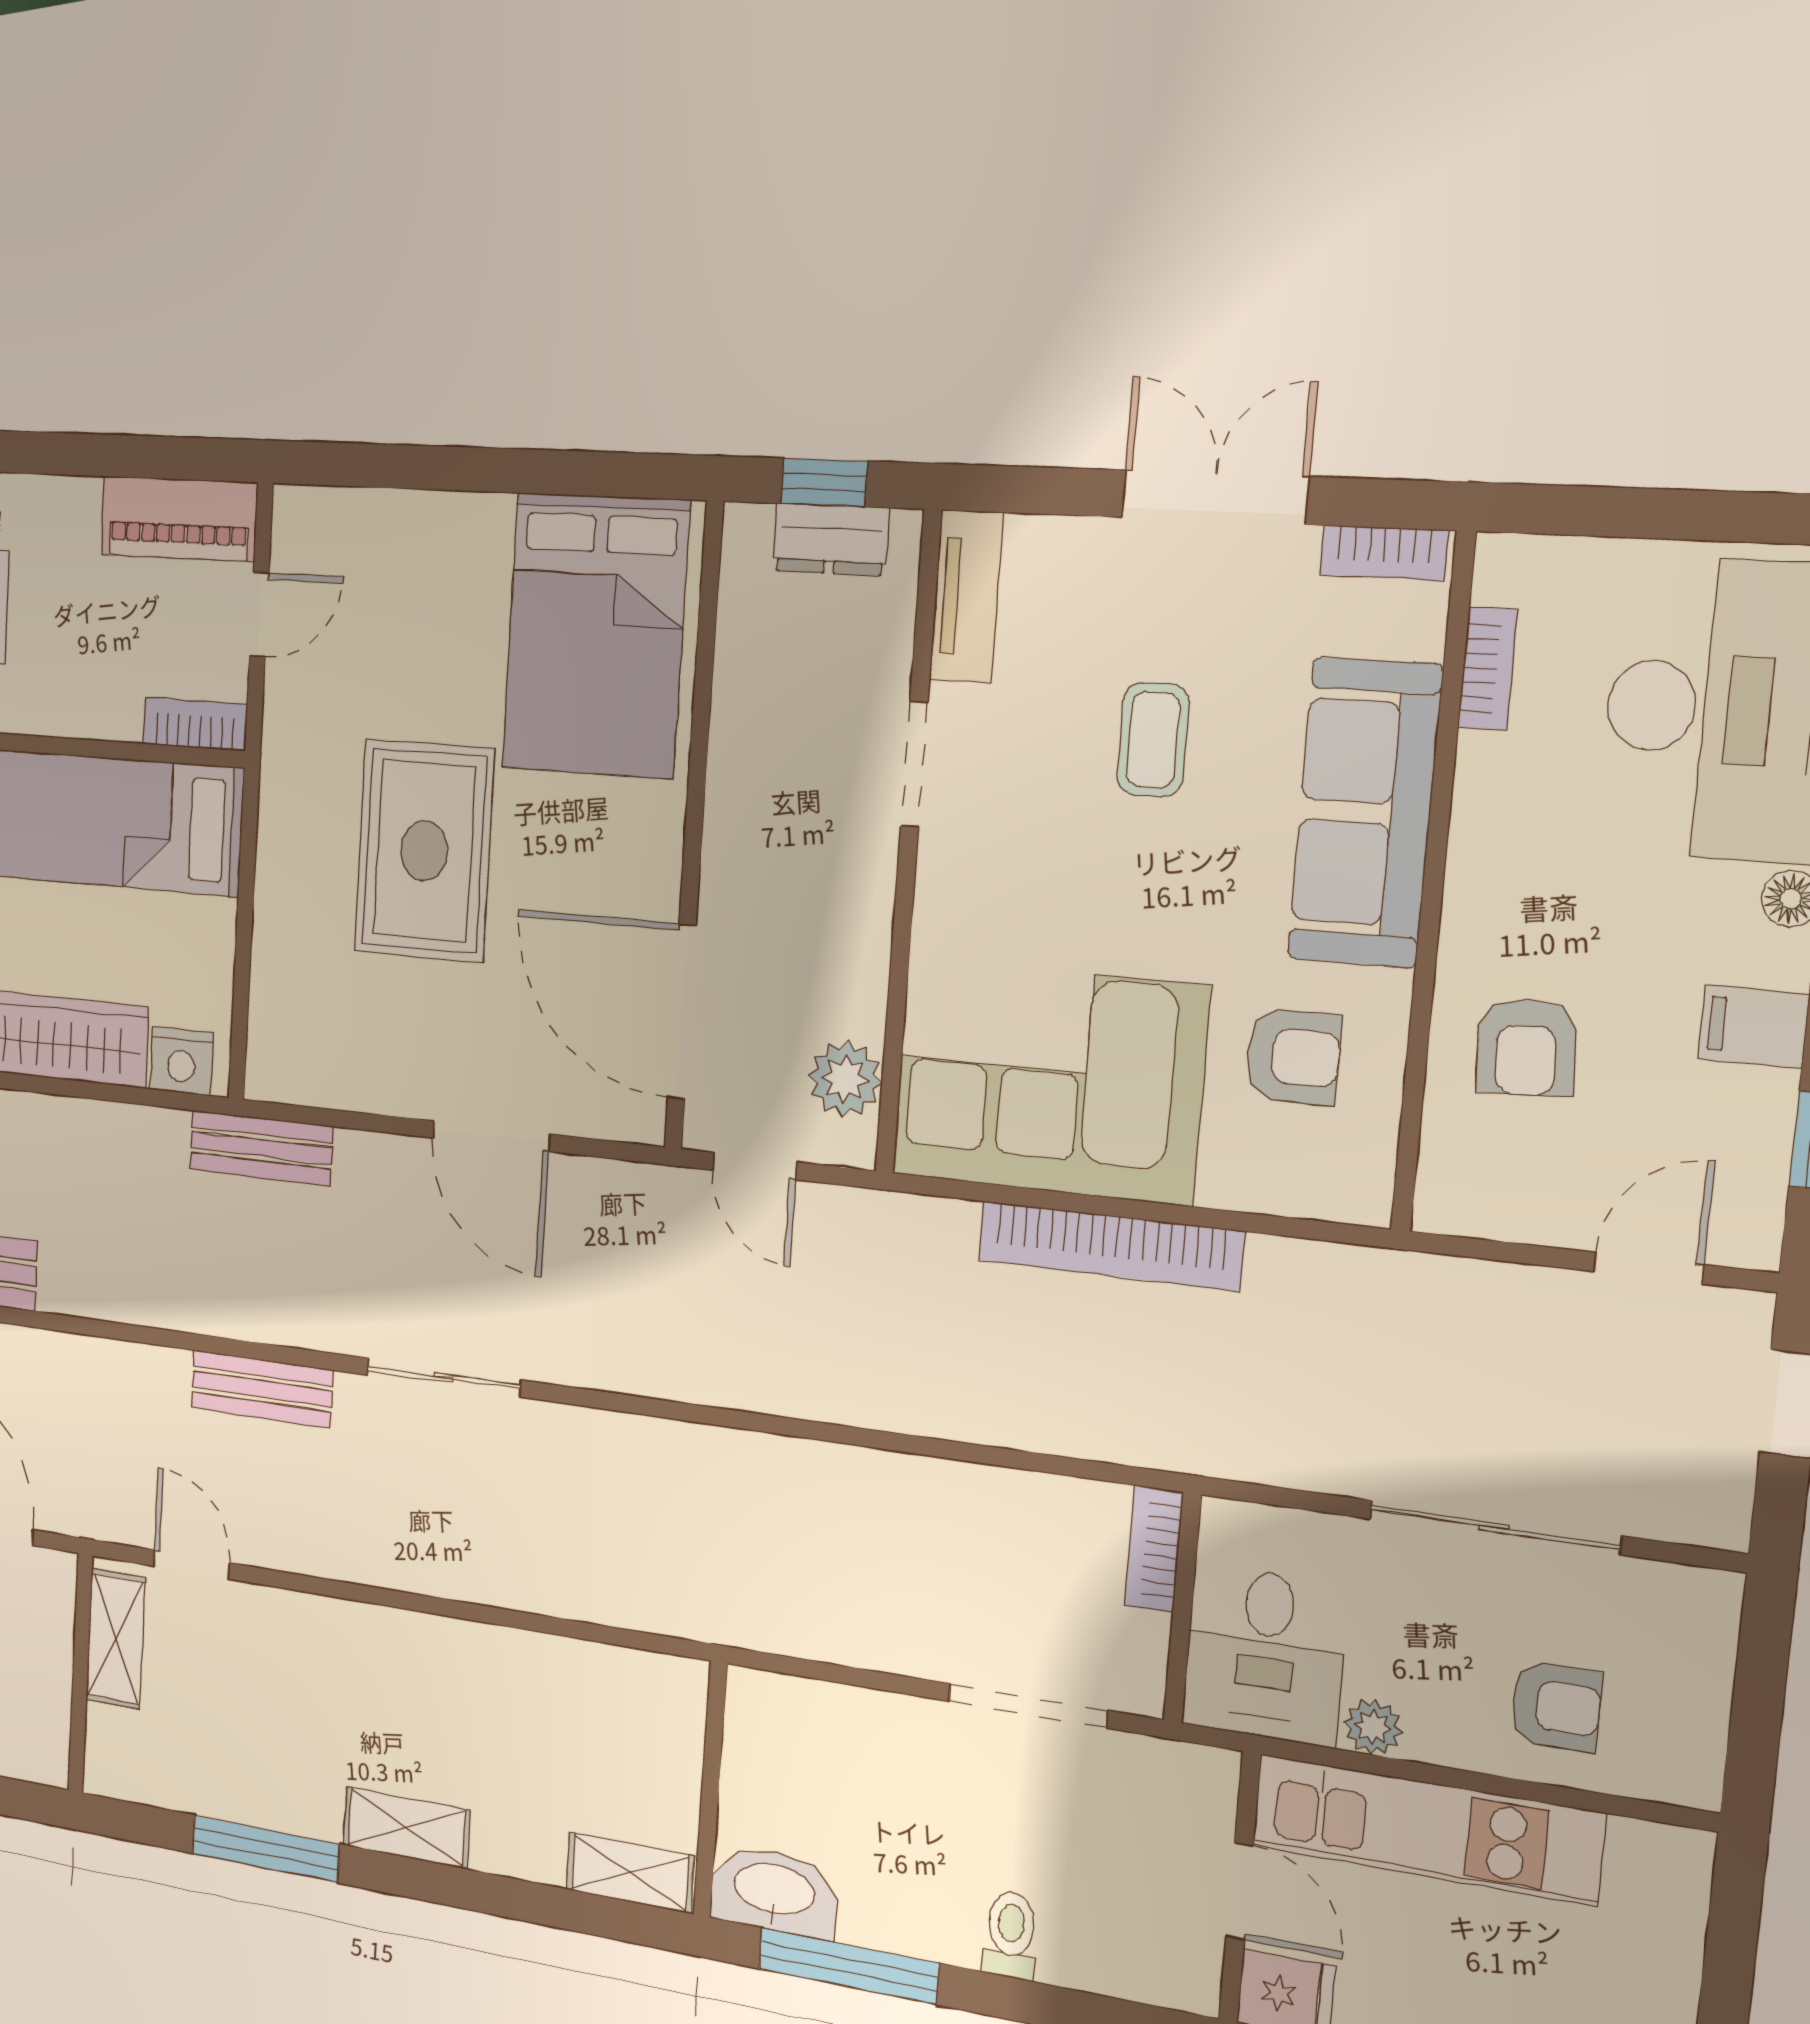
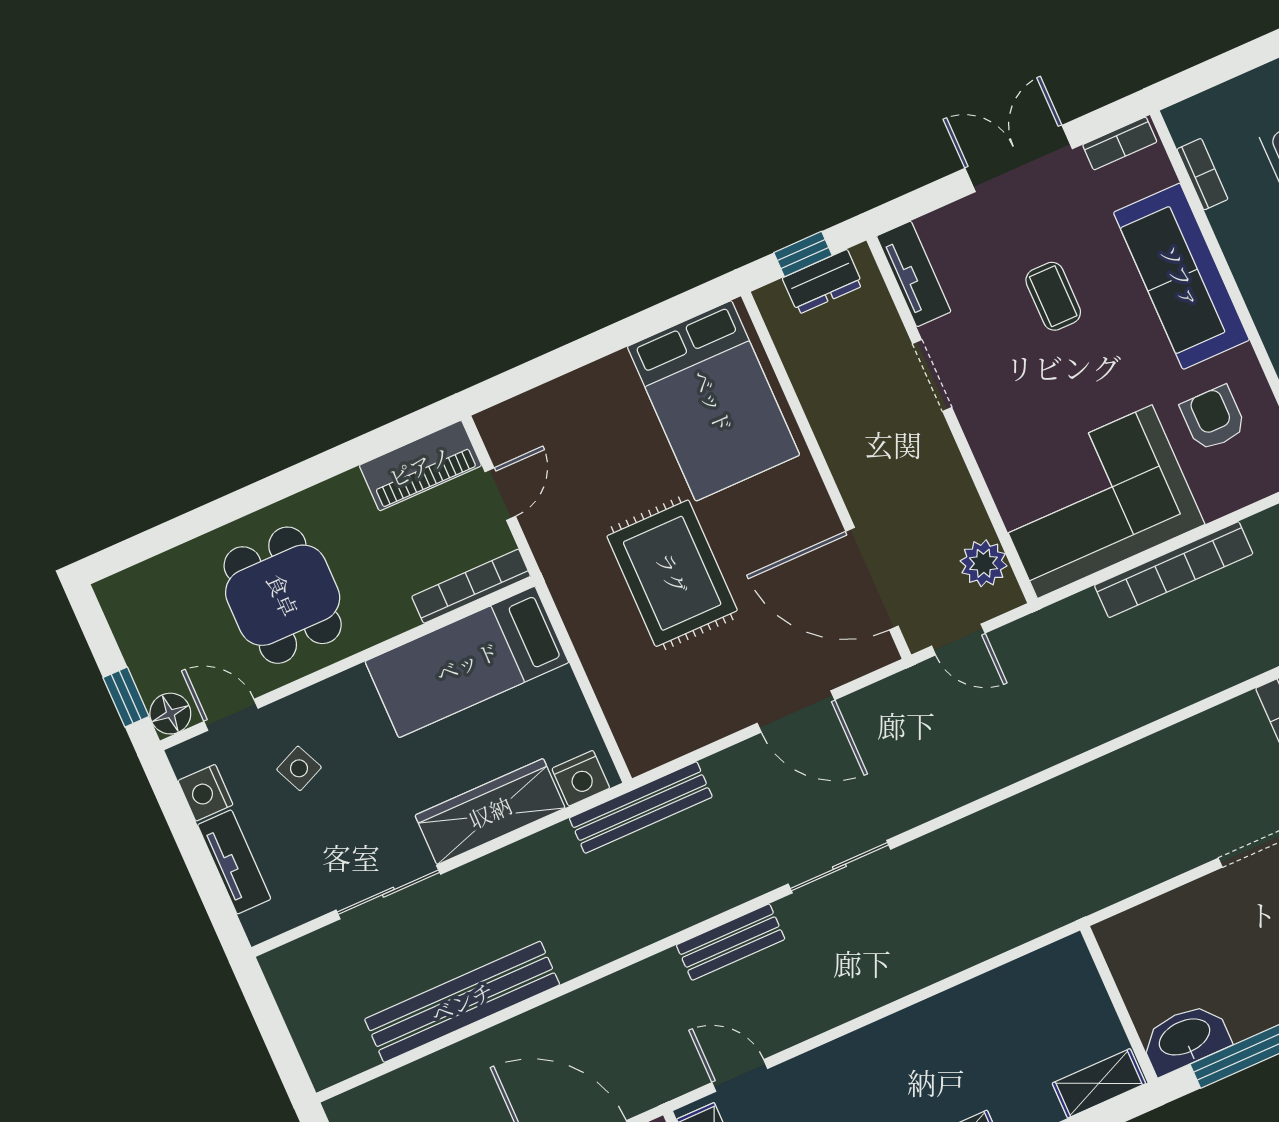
bookcase: (195, 724) -> (471, 586), width x1.56
armchair: (1293, 1057) -> (1213, 418), turned -90
bench: (261, 1148) -> (641, 808), width x1.36

